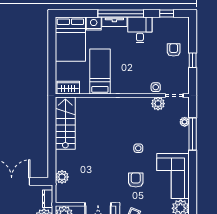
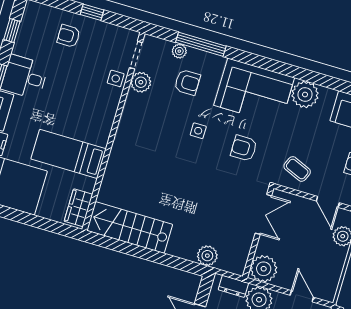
armchair: (166, 133) -> (187, 82), added

